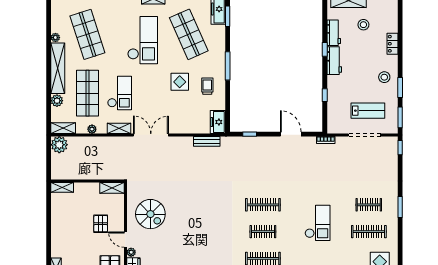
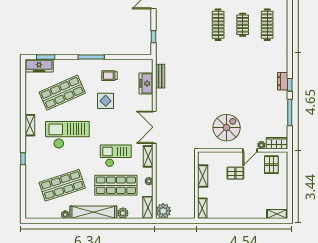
freezer: (218, 122) -> (146, 83), moved, turned 90
shelving: (112, 188) -> (203, 176), moved

